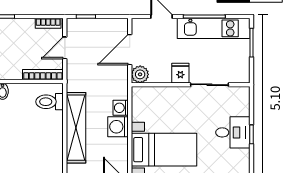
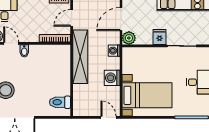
toilet: (50, 102) -> (60, 102), moved
washing machine: (121, 108) -> (114, 51), moved
shelving: (76, 128) -> (80, 57), moved

